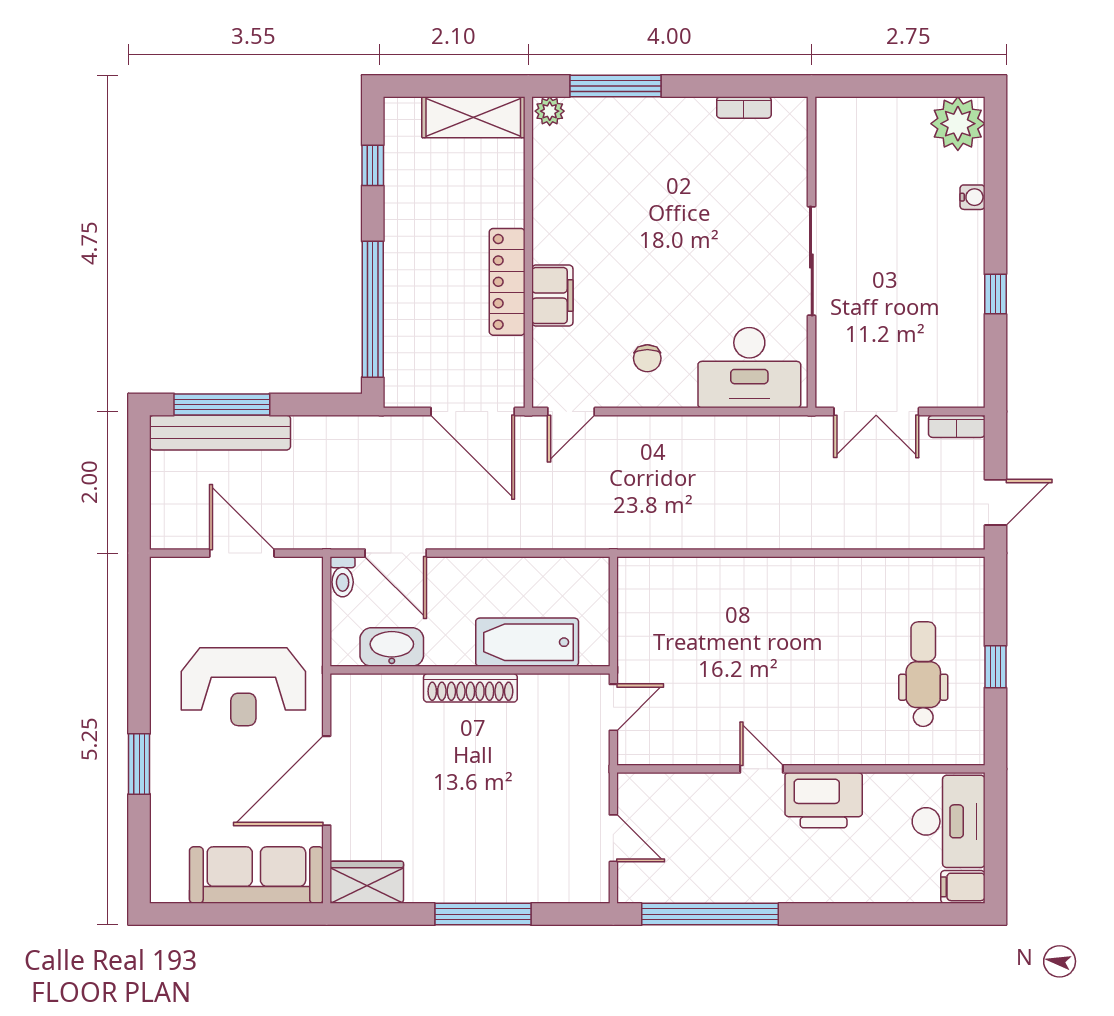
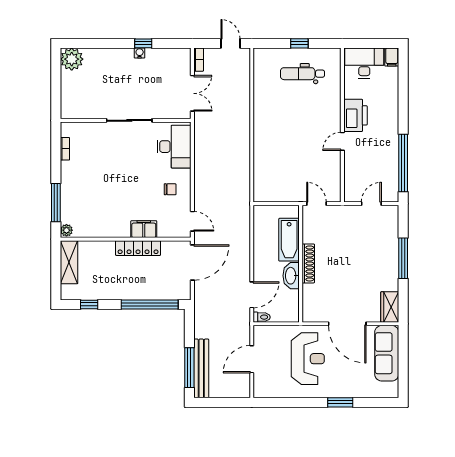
water cooler: (972, 197) -> (140, 53), moved
washbasin: (392, 647) -> (291, 276), moved

